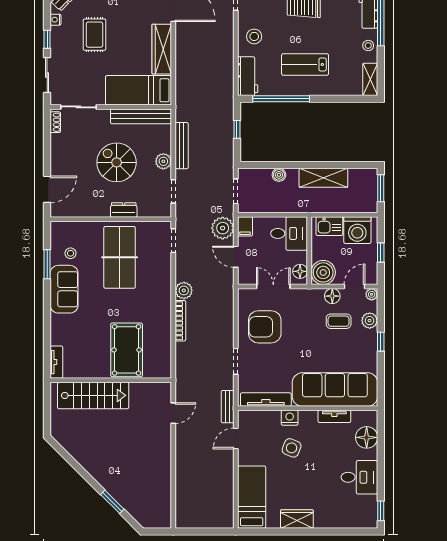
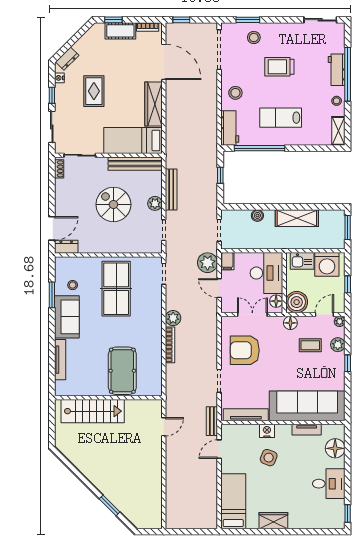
dresser: (124, 210) -> (66, 247), moved
desk: (289, 233) -> (266, 273), width x1.37
floor lamp: (332, 296) -> (290, 323), moved
tv unit: (56, 362) -> (60, 360), moved, width x1.41

